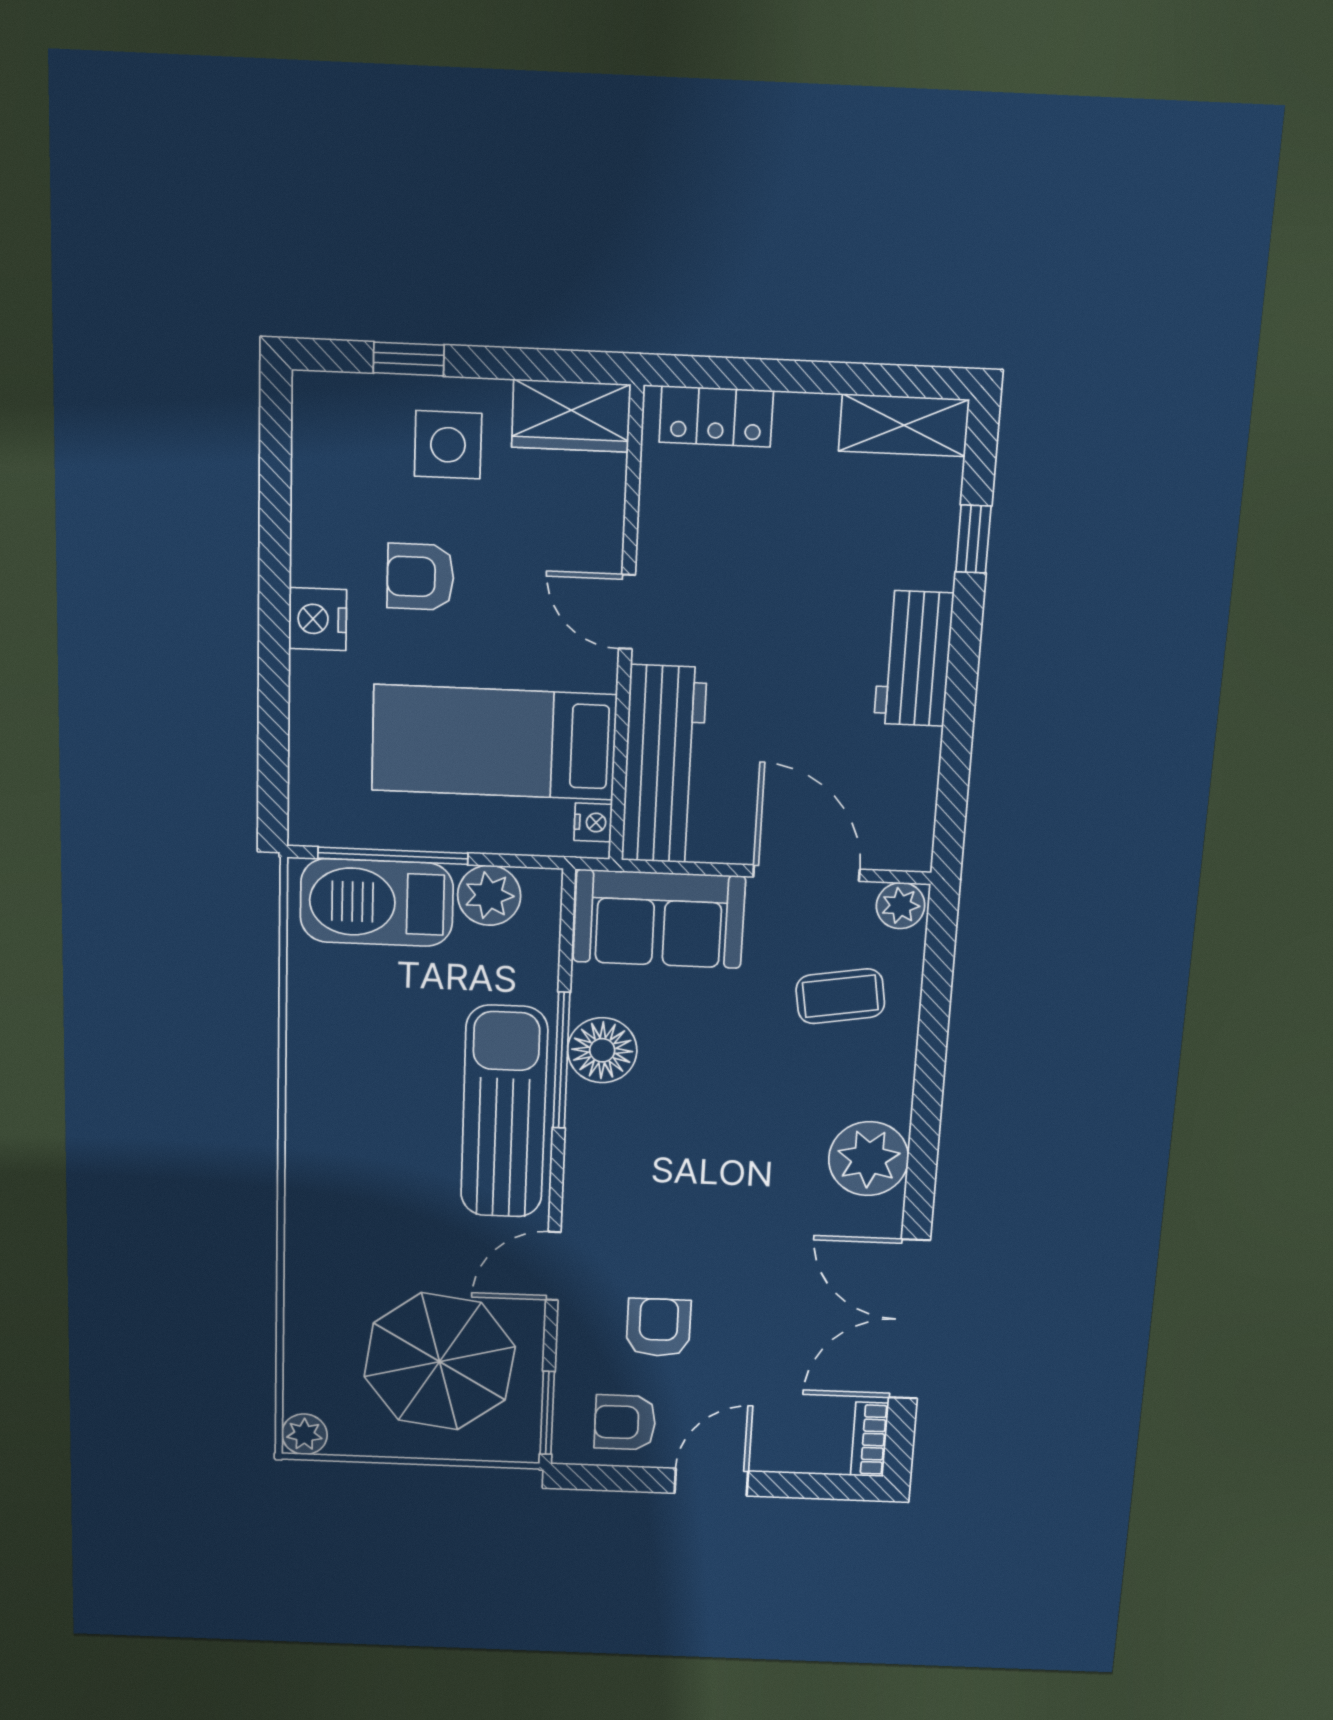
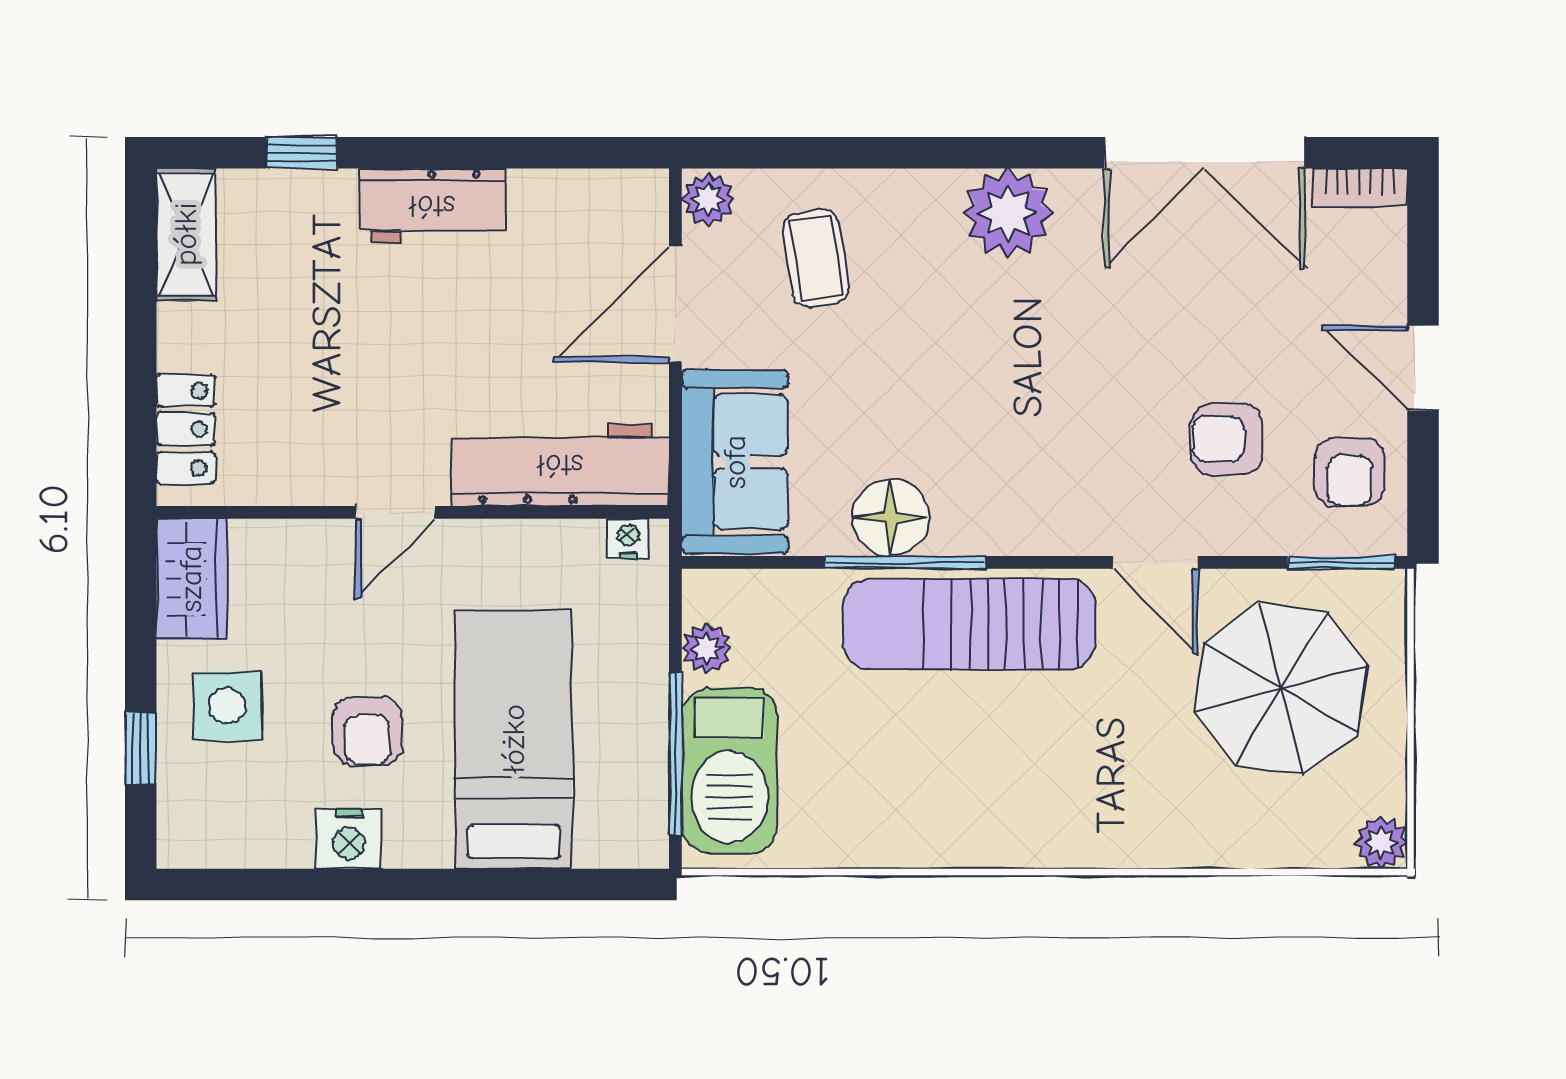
nightstand: (318, 619) -> (349, 839), moved
bed: (494, 742) -> (514, 739), moved, turned 180
plant: (489, 895) -> (707, 648), width x0.73, depth x0.73

